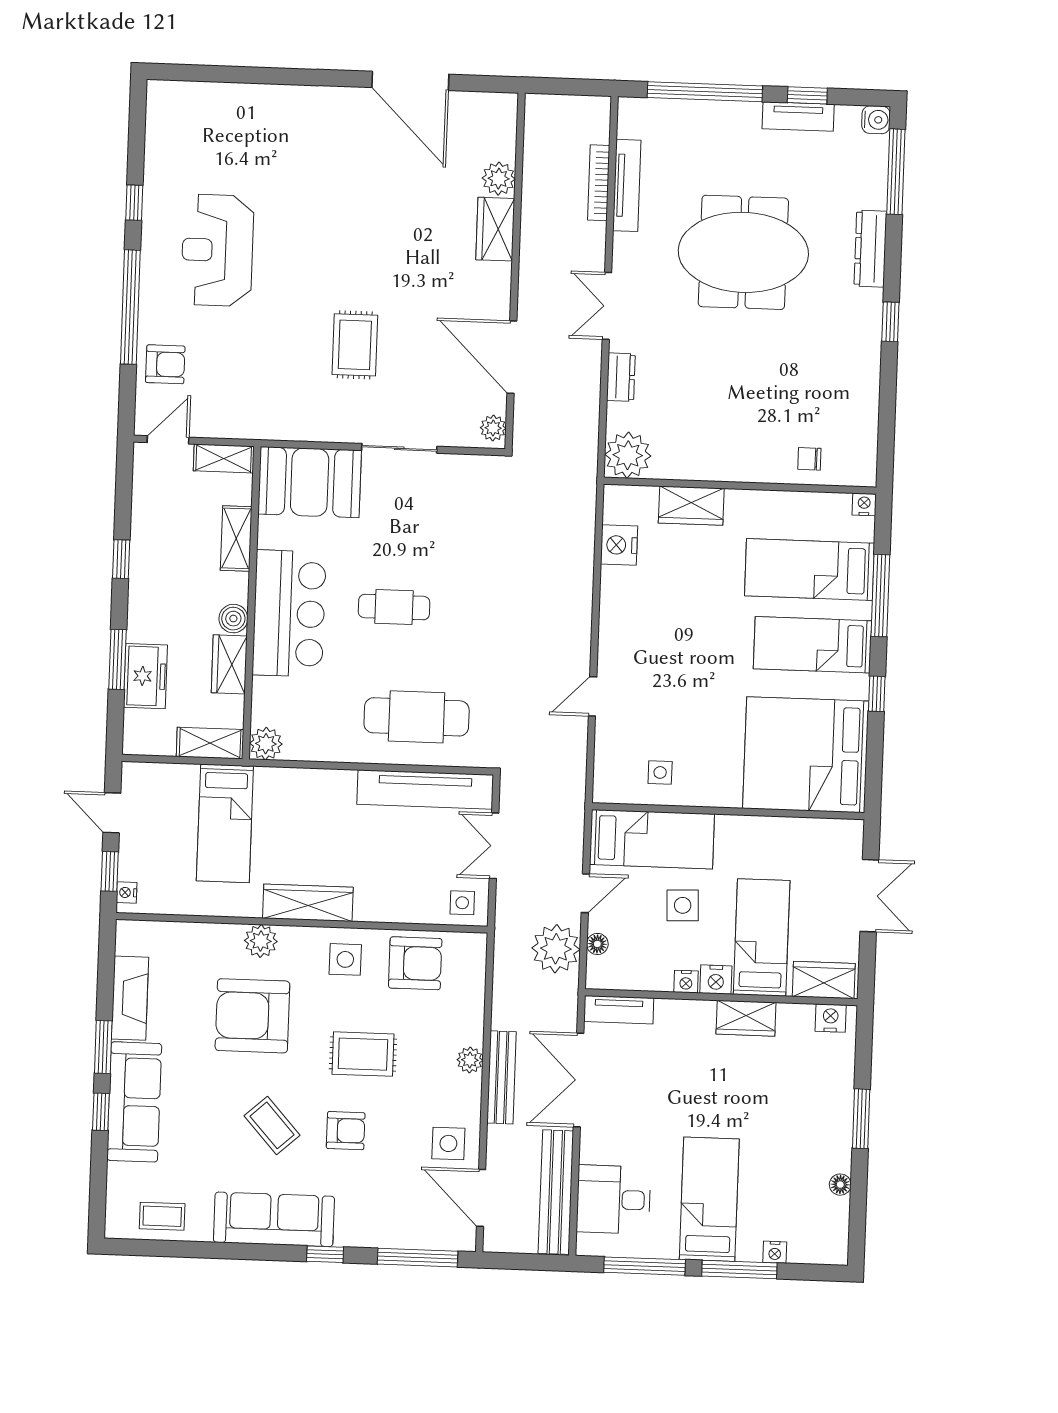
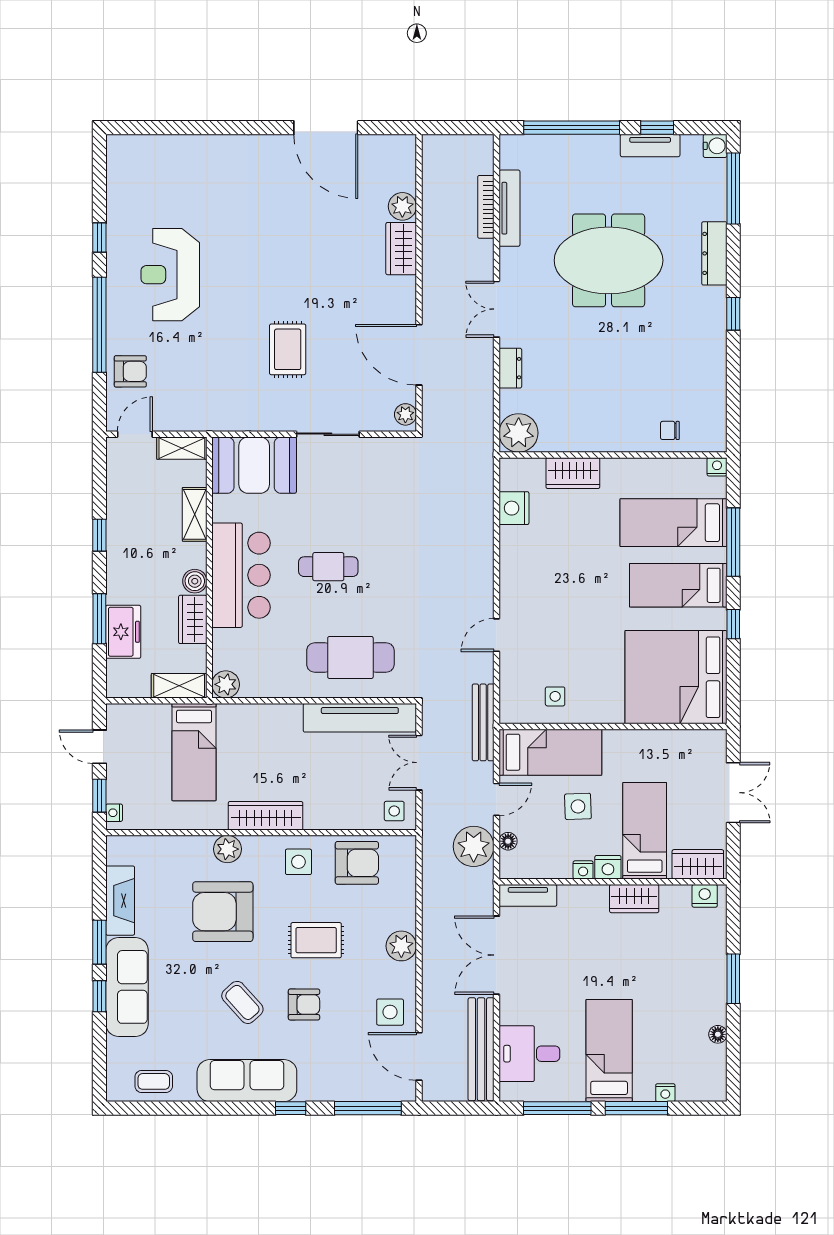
plant: (470, 1060) -> (401, 946), width x1.38, depth x1.38
bench: (502, 1077) -> (483, 722), moved

